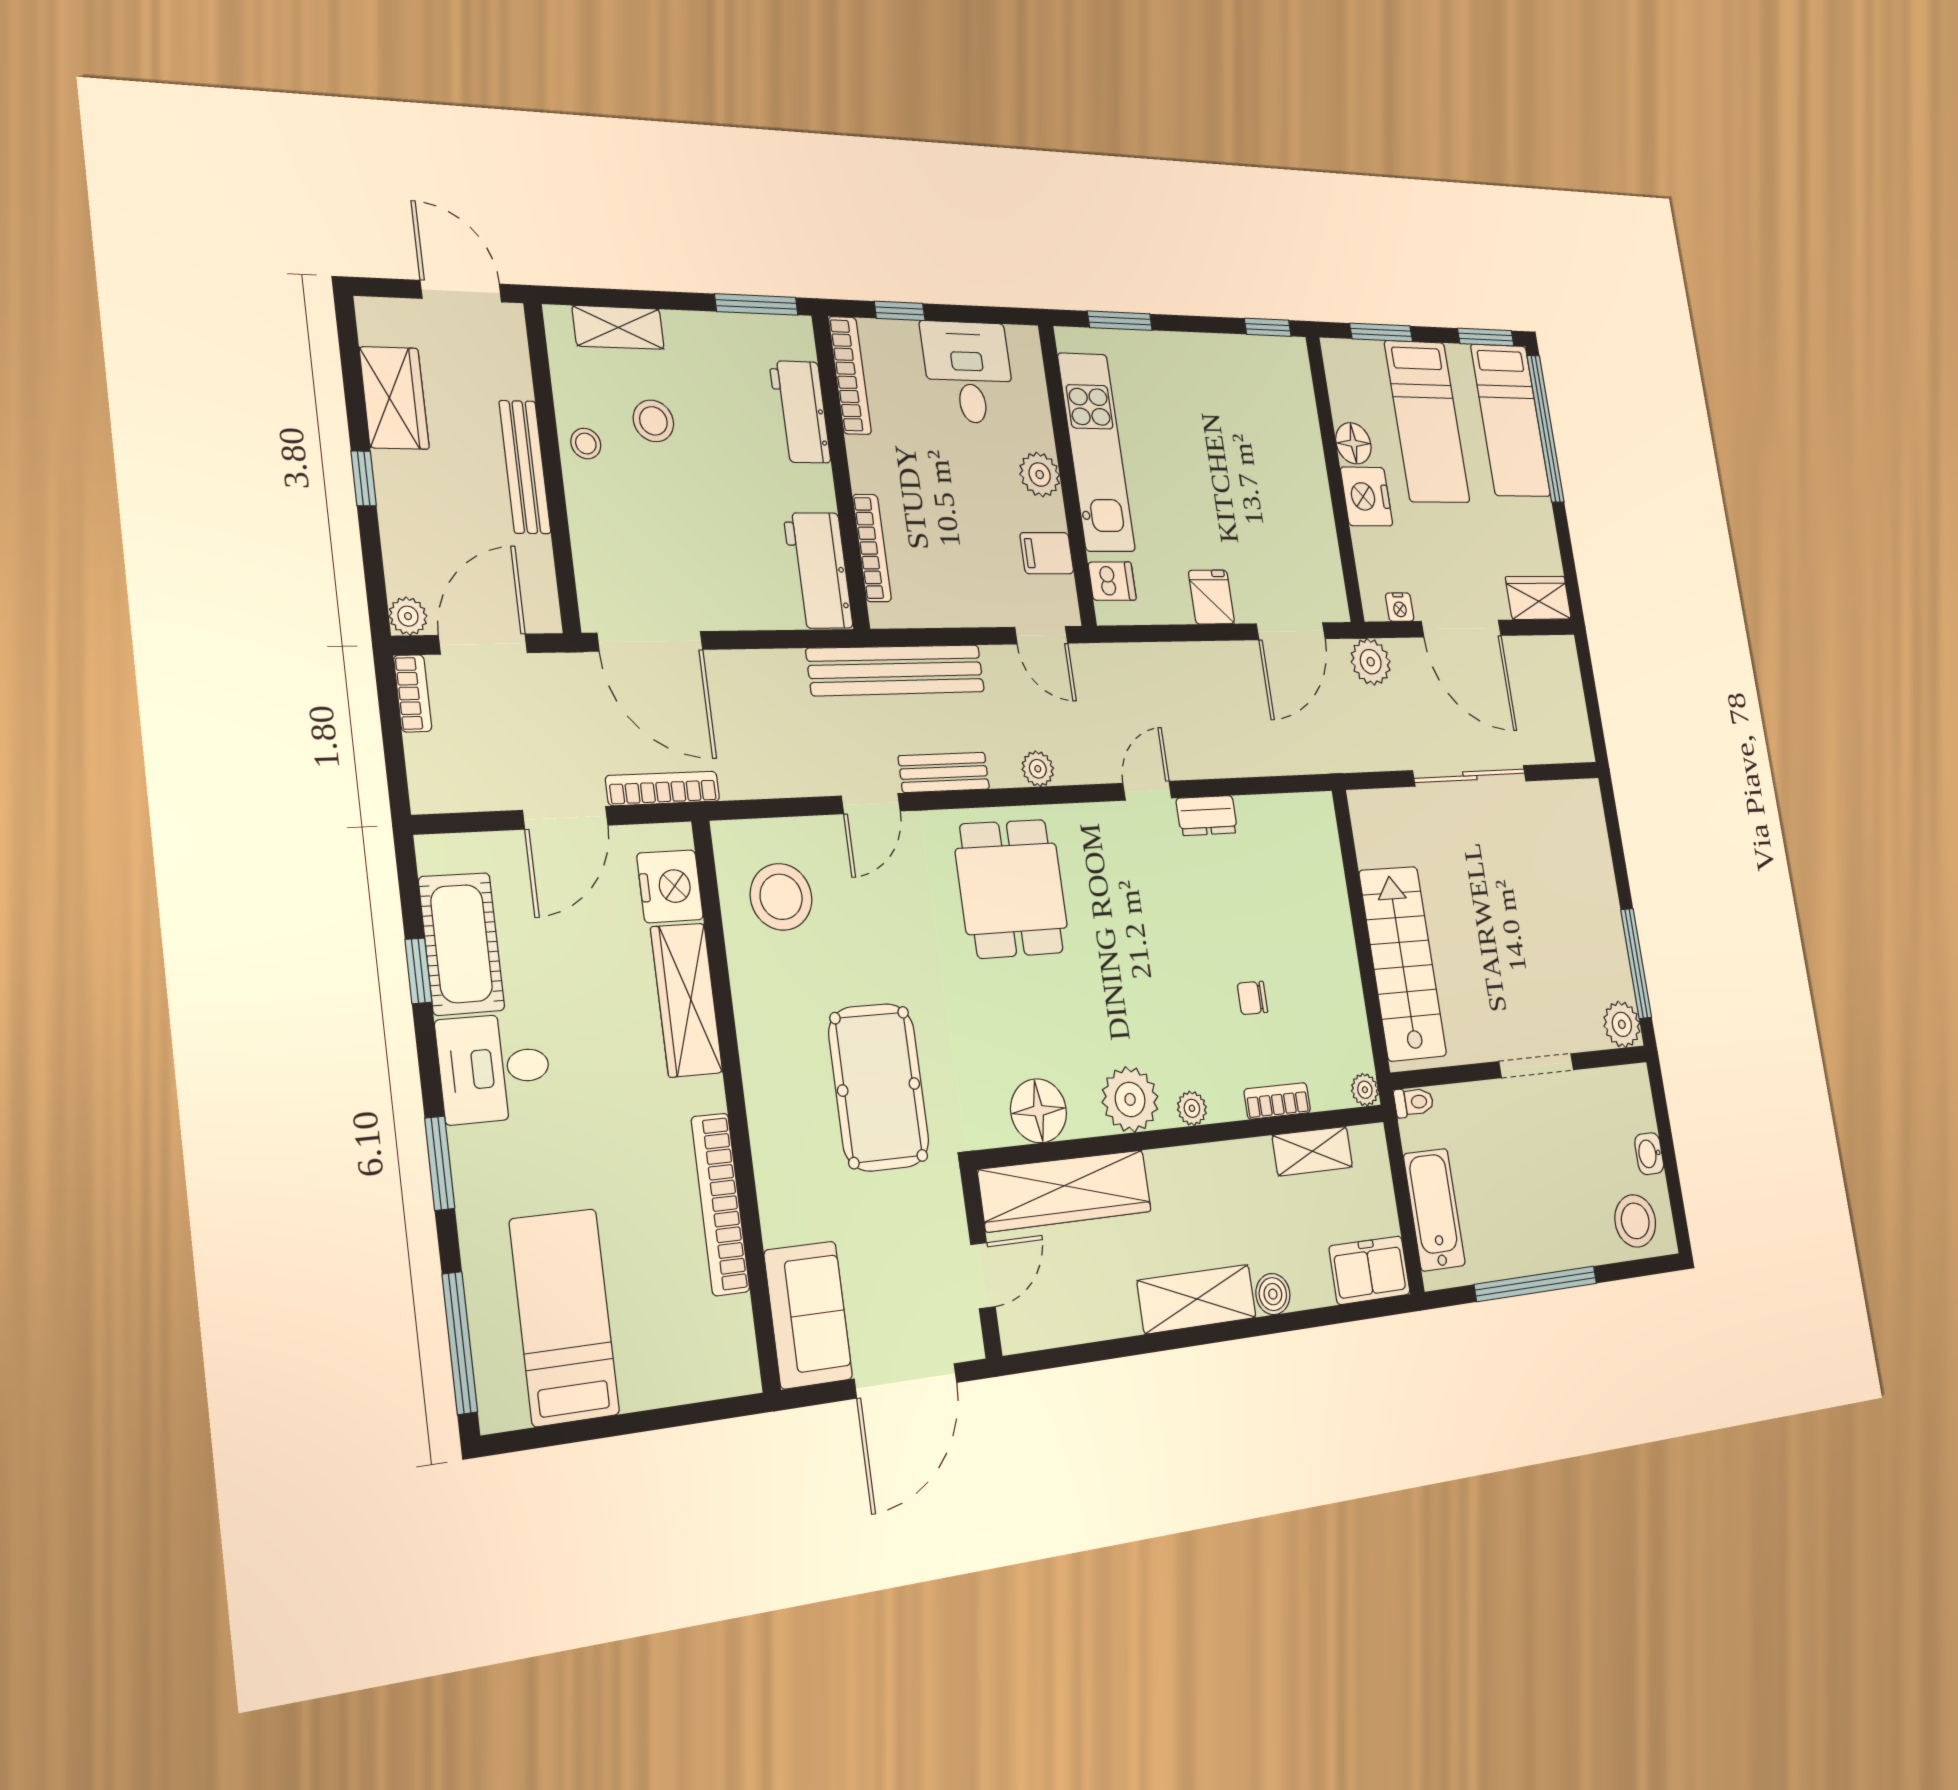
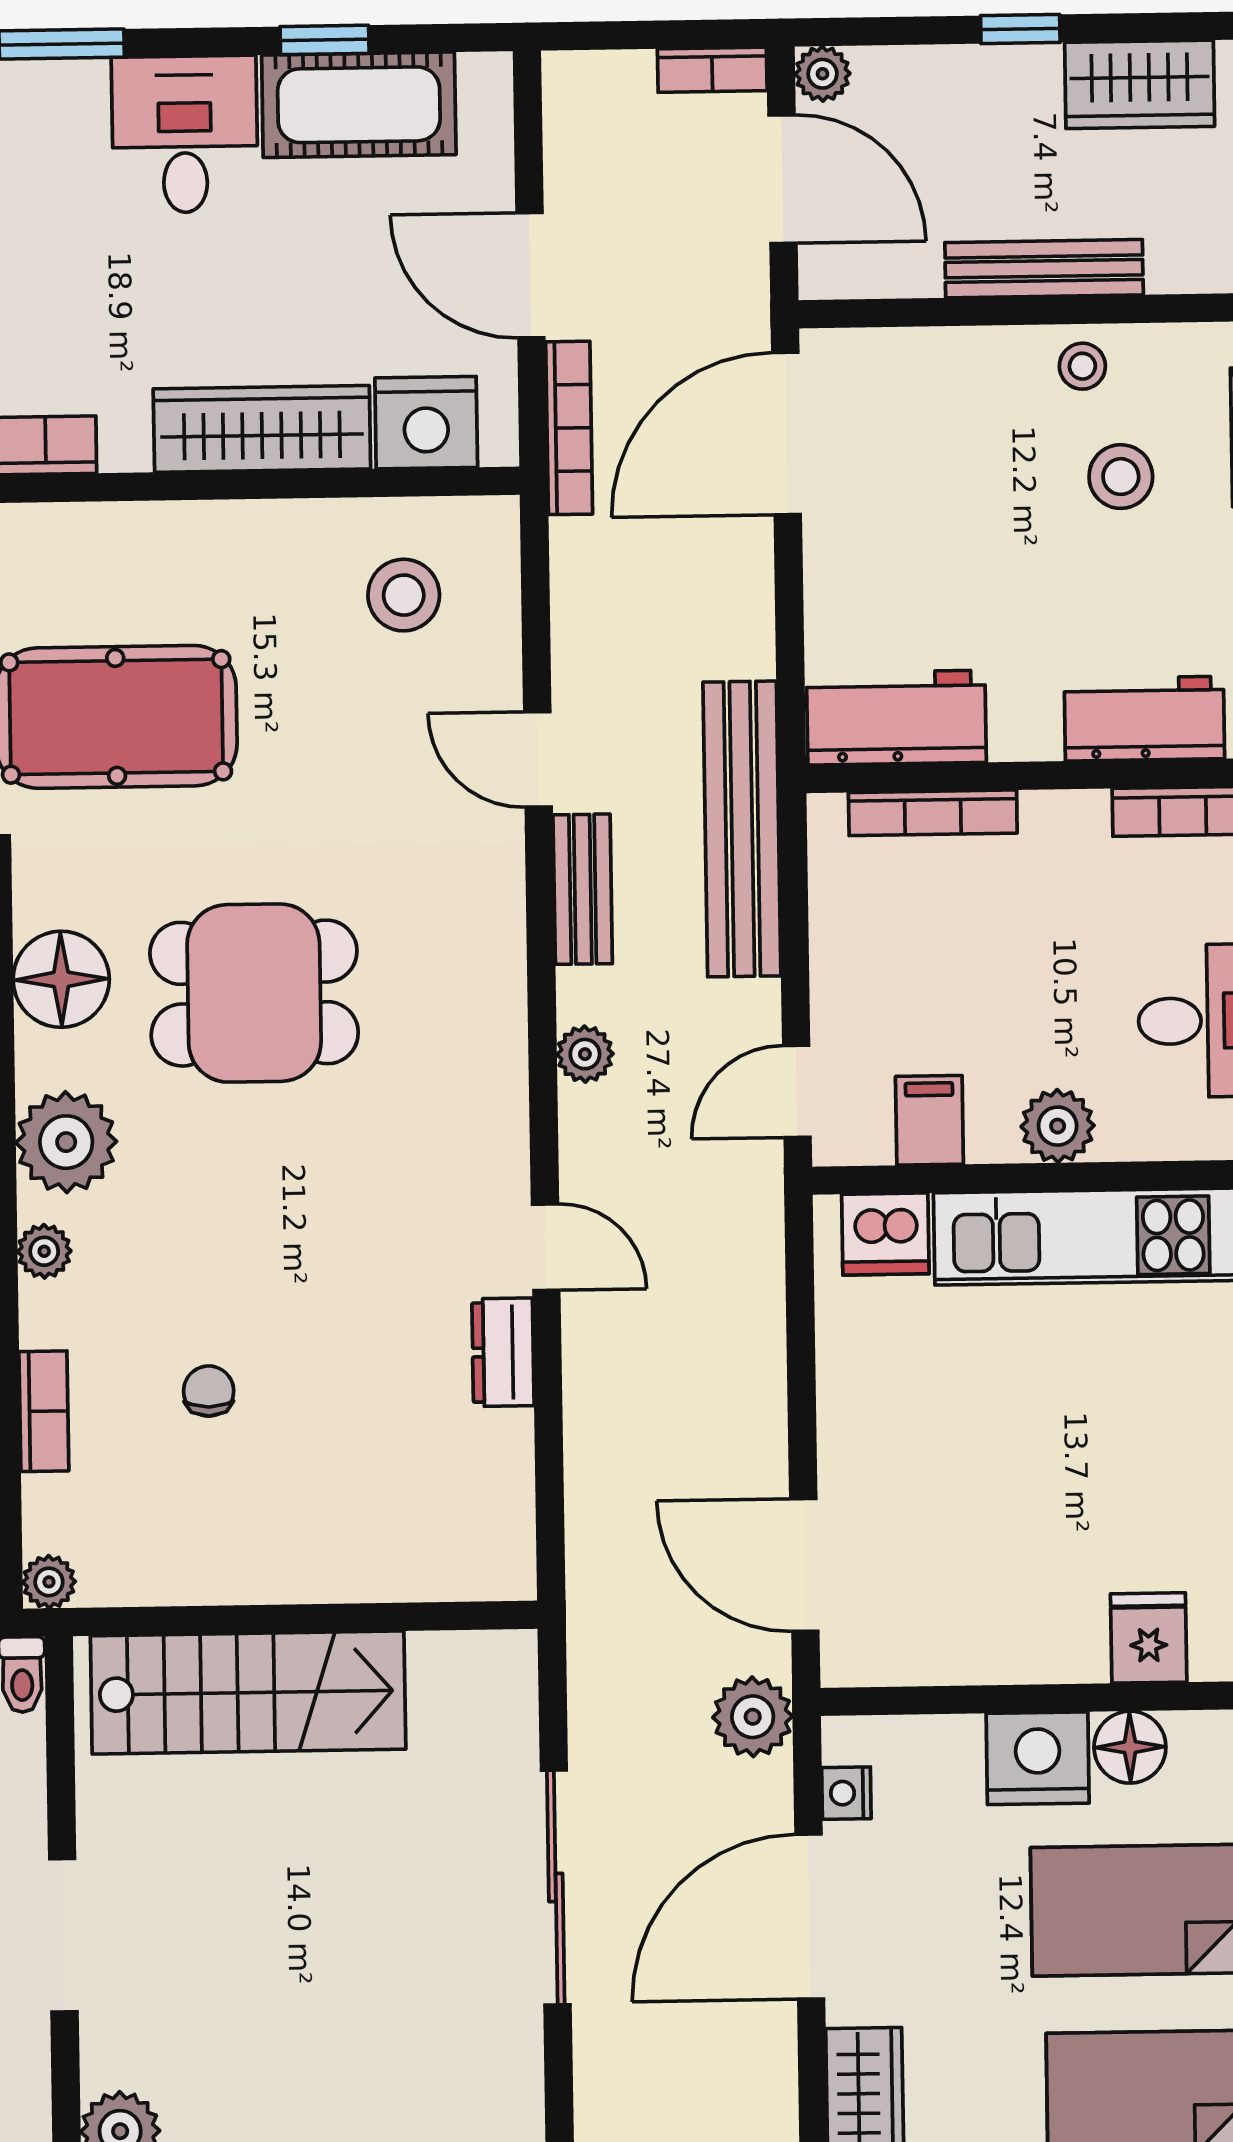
dishwasher: (1112, 581) -> (885, 1234), width x1.38
fridge: (1211, 597) -> (1149, 1638), moved, turned -90
dining table: (1011, 889) -> (254, 993), moved
stool: (781, 897) -> (404, 595), width x0.73, depth x0.73

